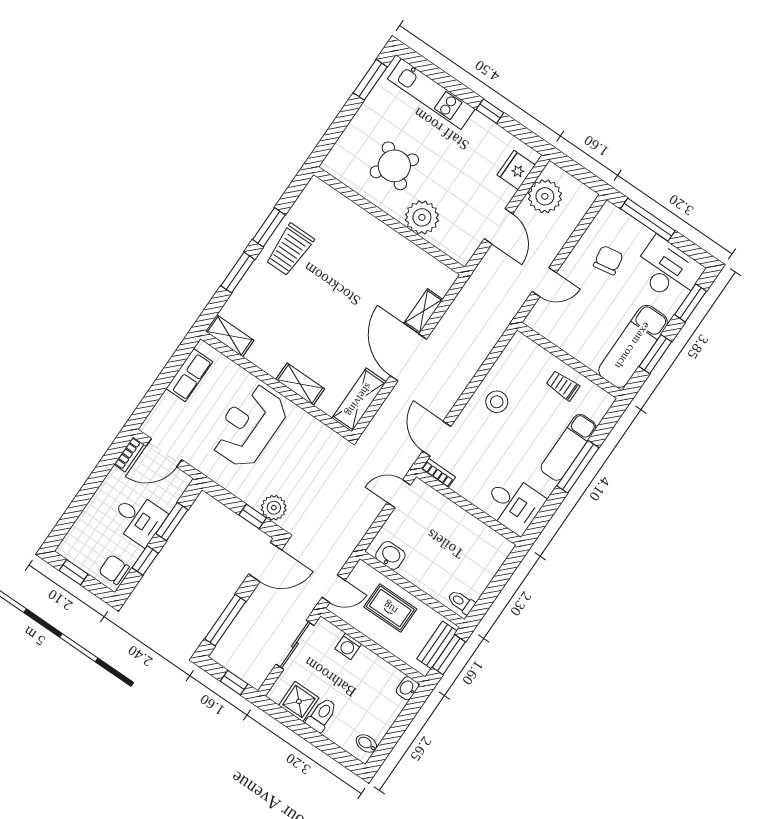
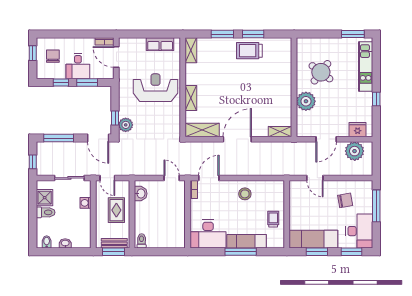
shelving: (423, 311) -> (280, 132), moved
desk: (514, 504) -> (208, 234), width x1.37
chair: (114, 570) -> (53, 56), moved
washbasin: (407, 688) -> (65, 243), moved

